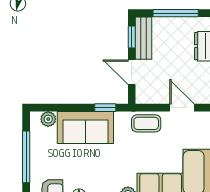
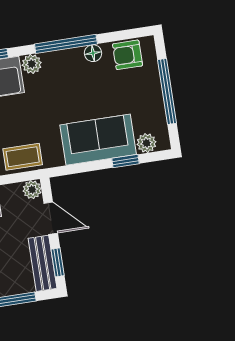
plant: (143, 97) -> (32, 190), added
window: (105, 108) -> (126, 161), moved

